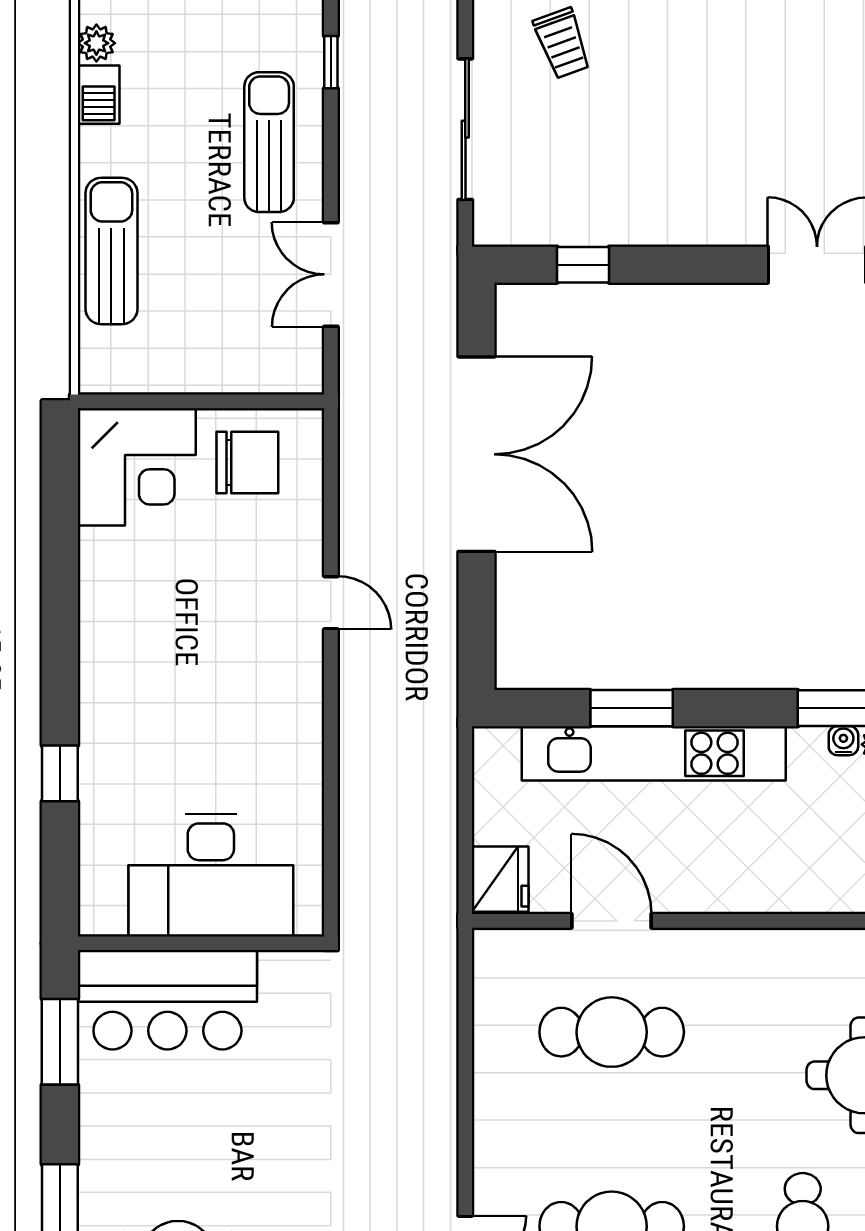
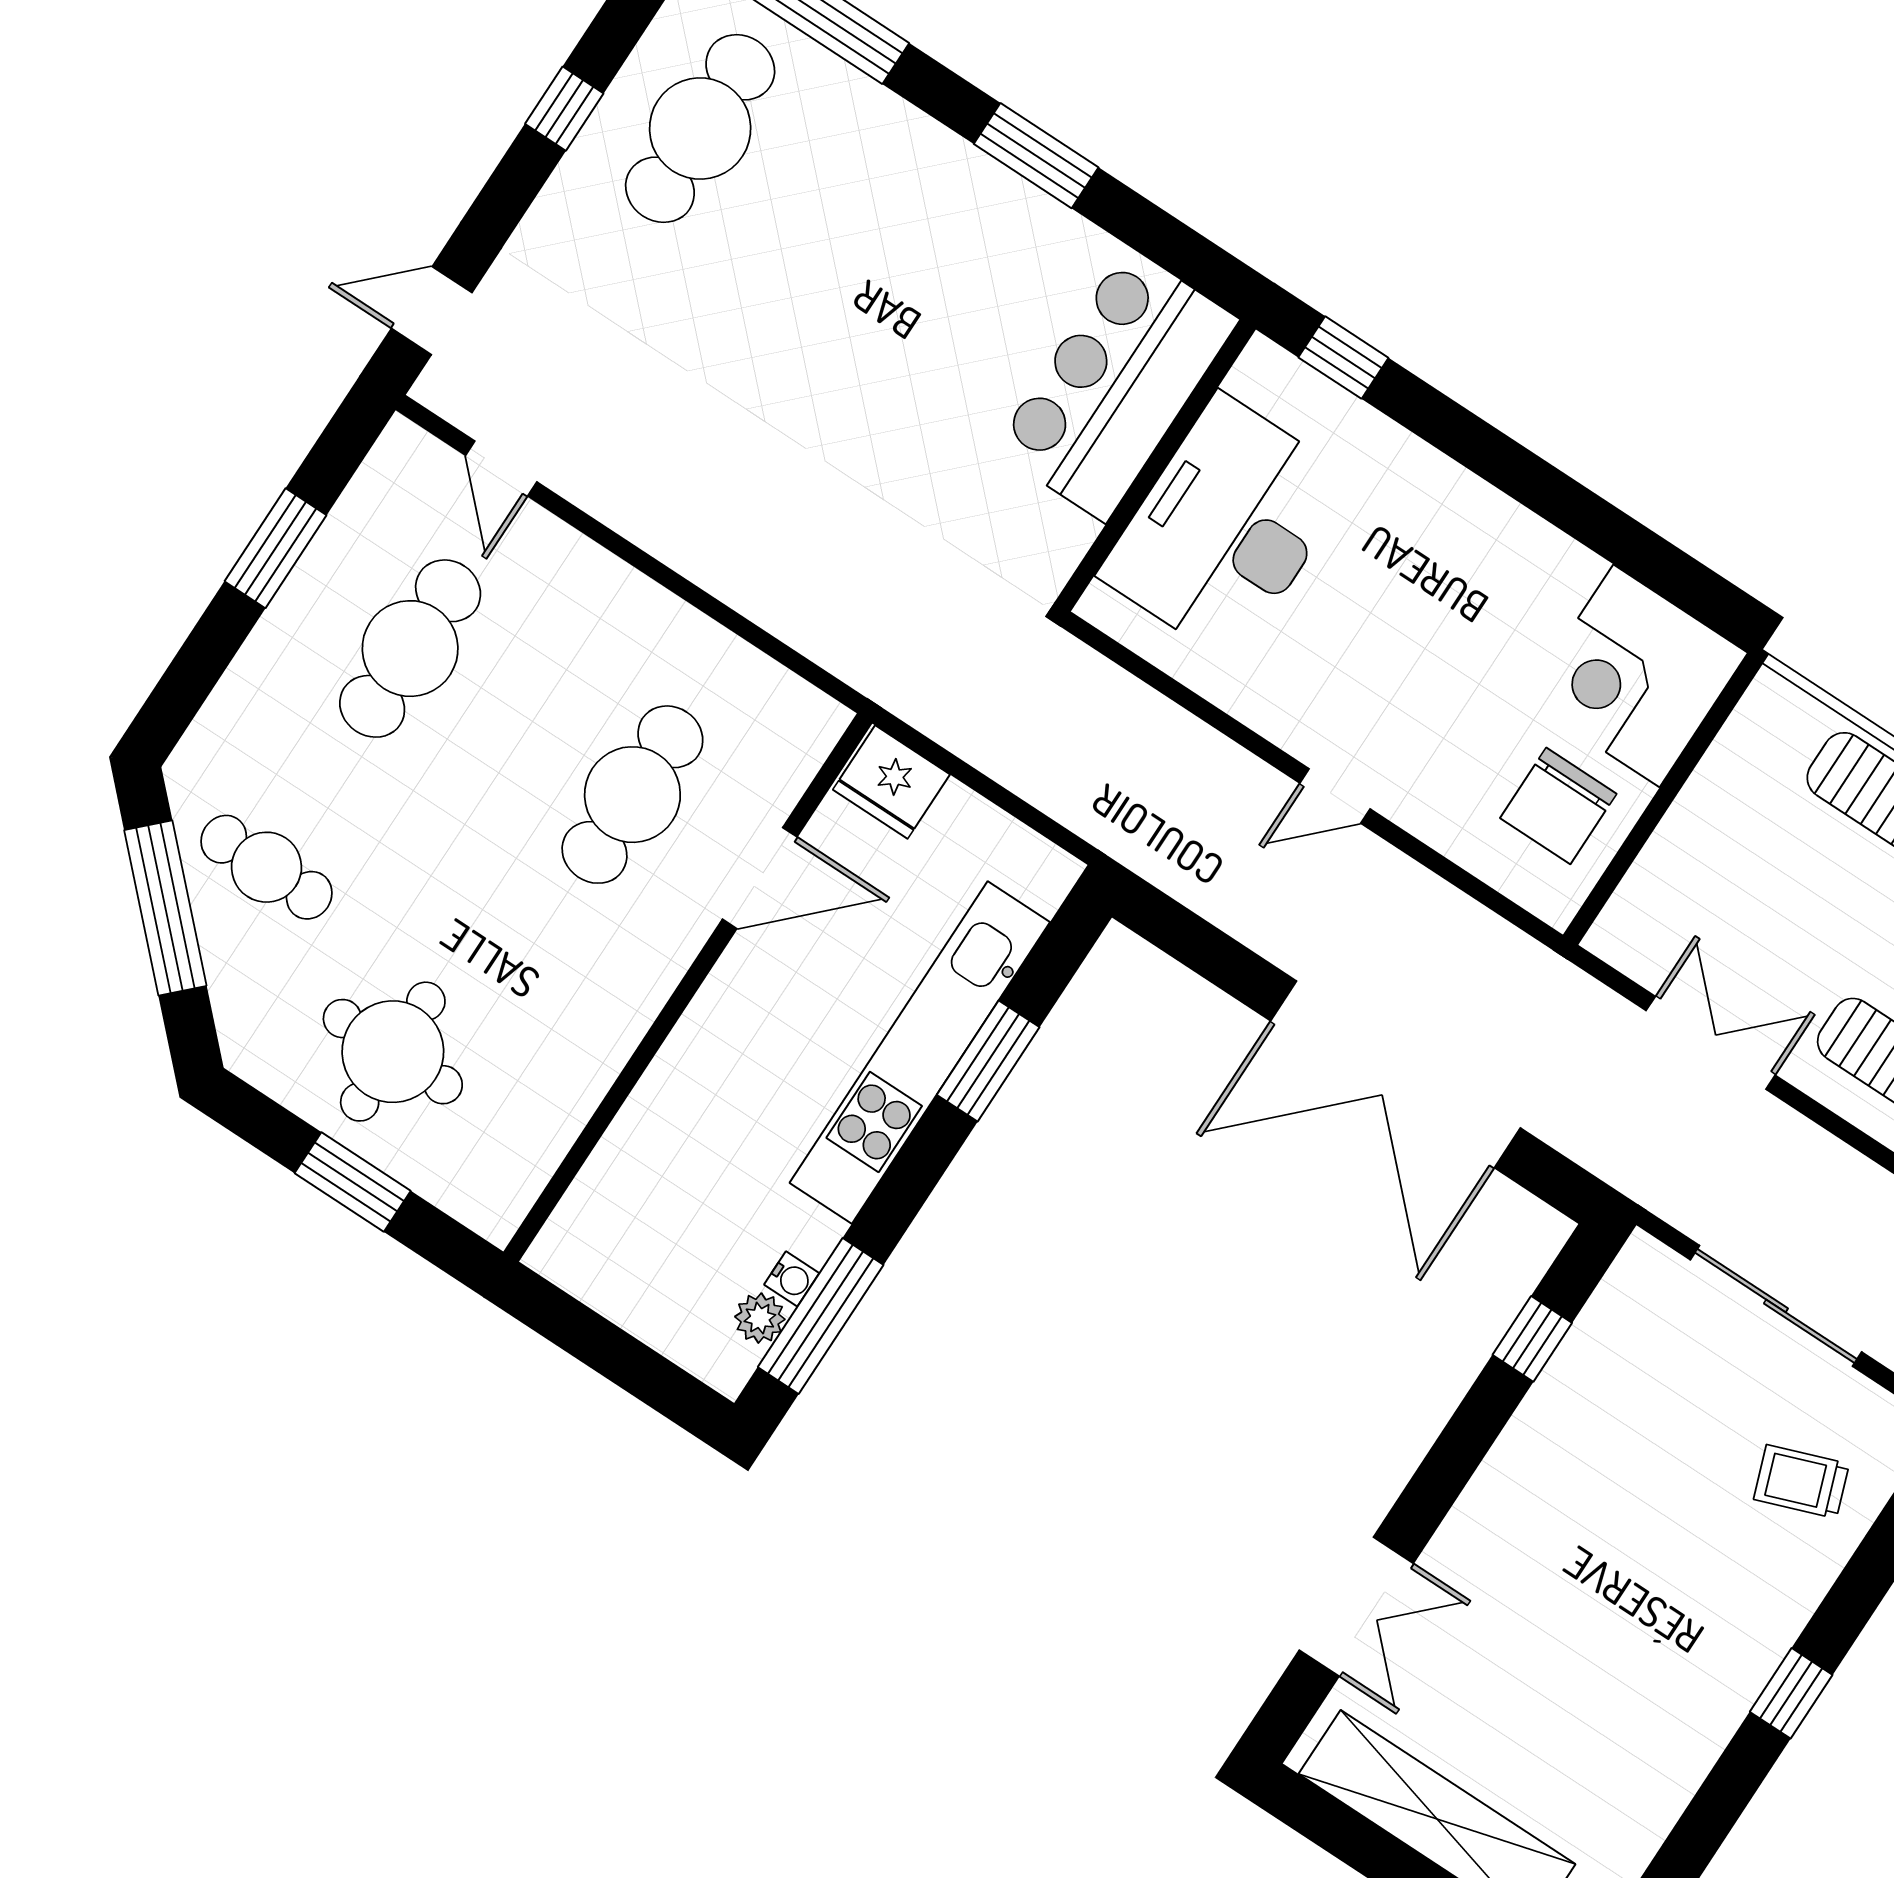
desk: (211, 875) -> (1226, 528), moved
wall: (201, 943) -> (1156, 465), moved
bar counter: (167, 1000) -> (1116, 384), moved

